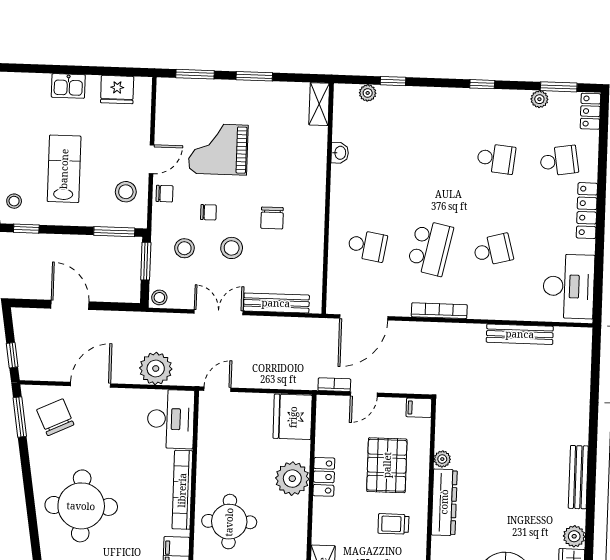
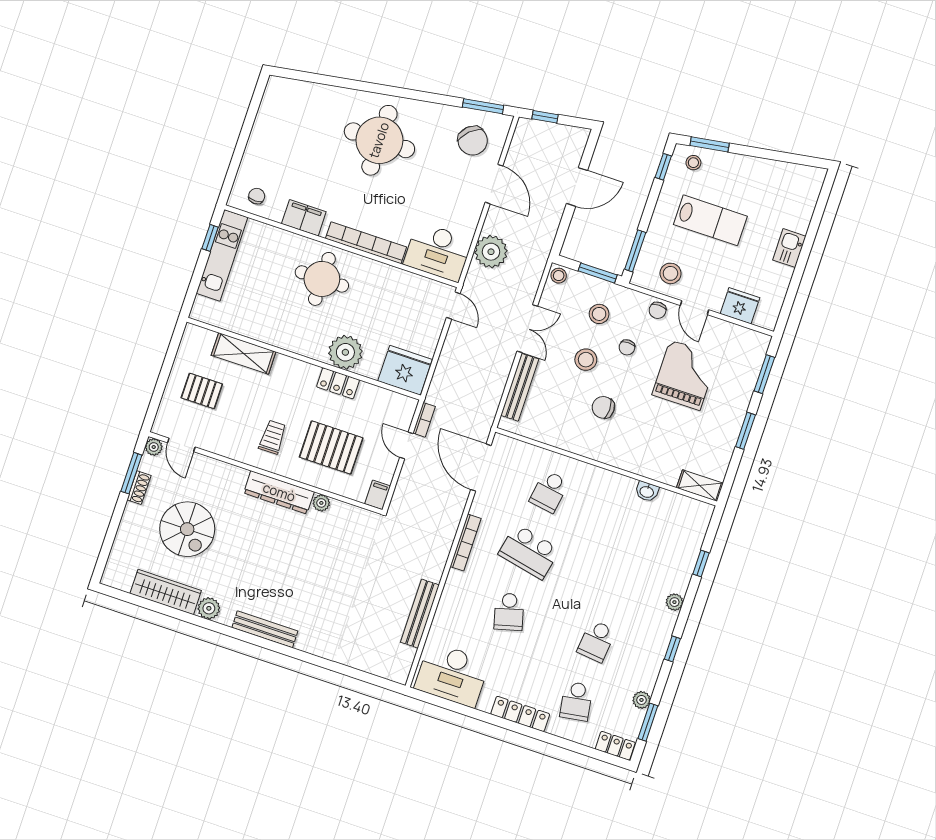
fridge: (117, 90) -> (740, 306), moved, turned 90
plant: (368, 93) -> (674, 602), moved
chair: (55, 417) -> (473, 141), turned 72

